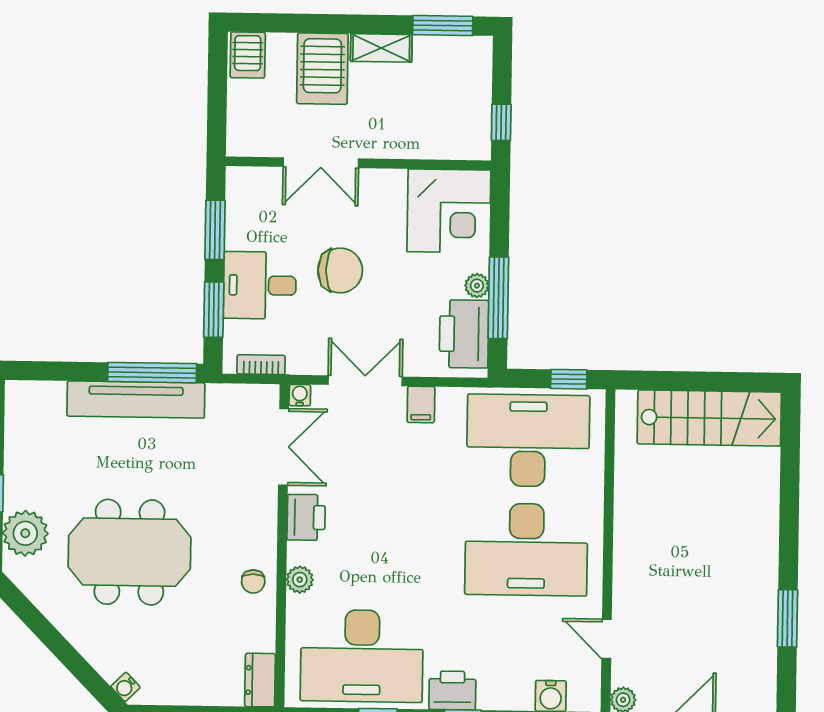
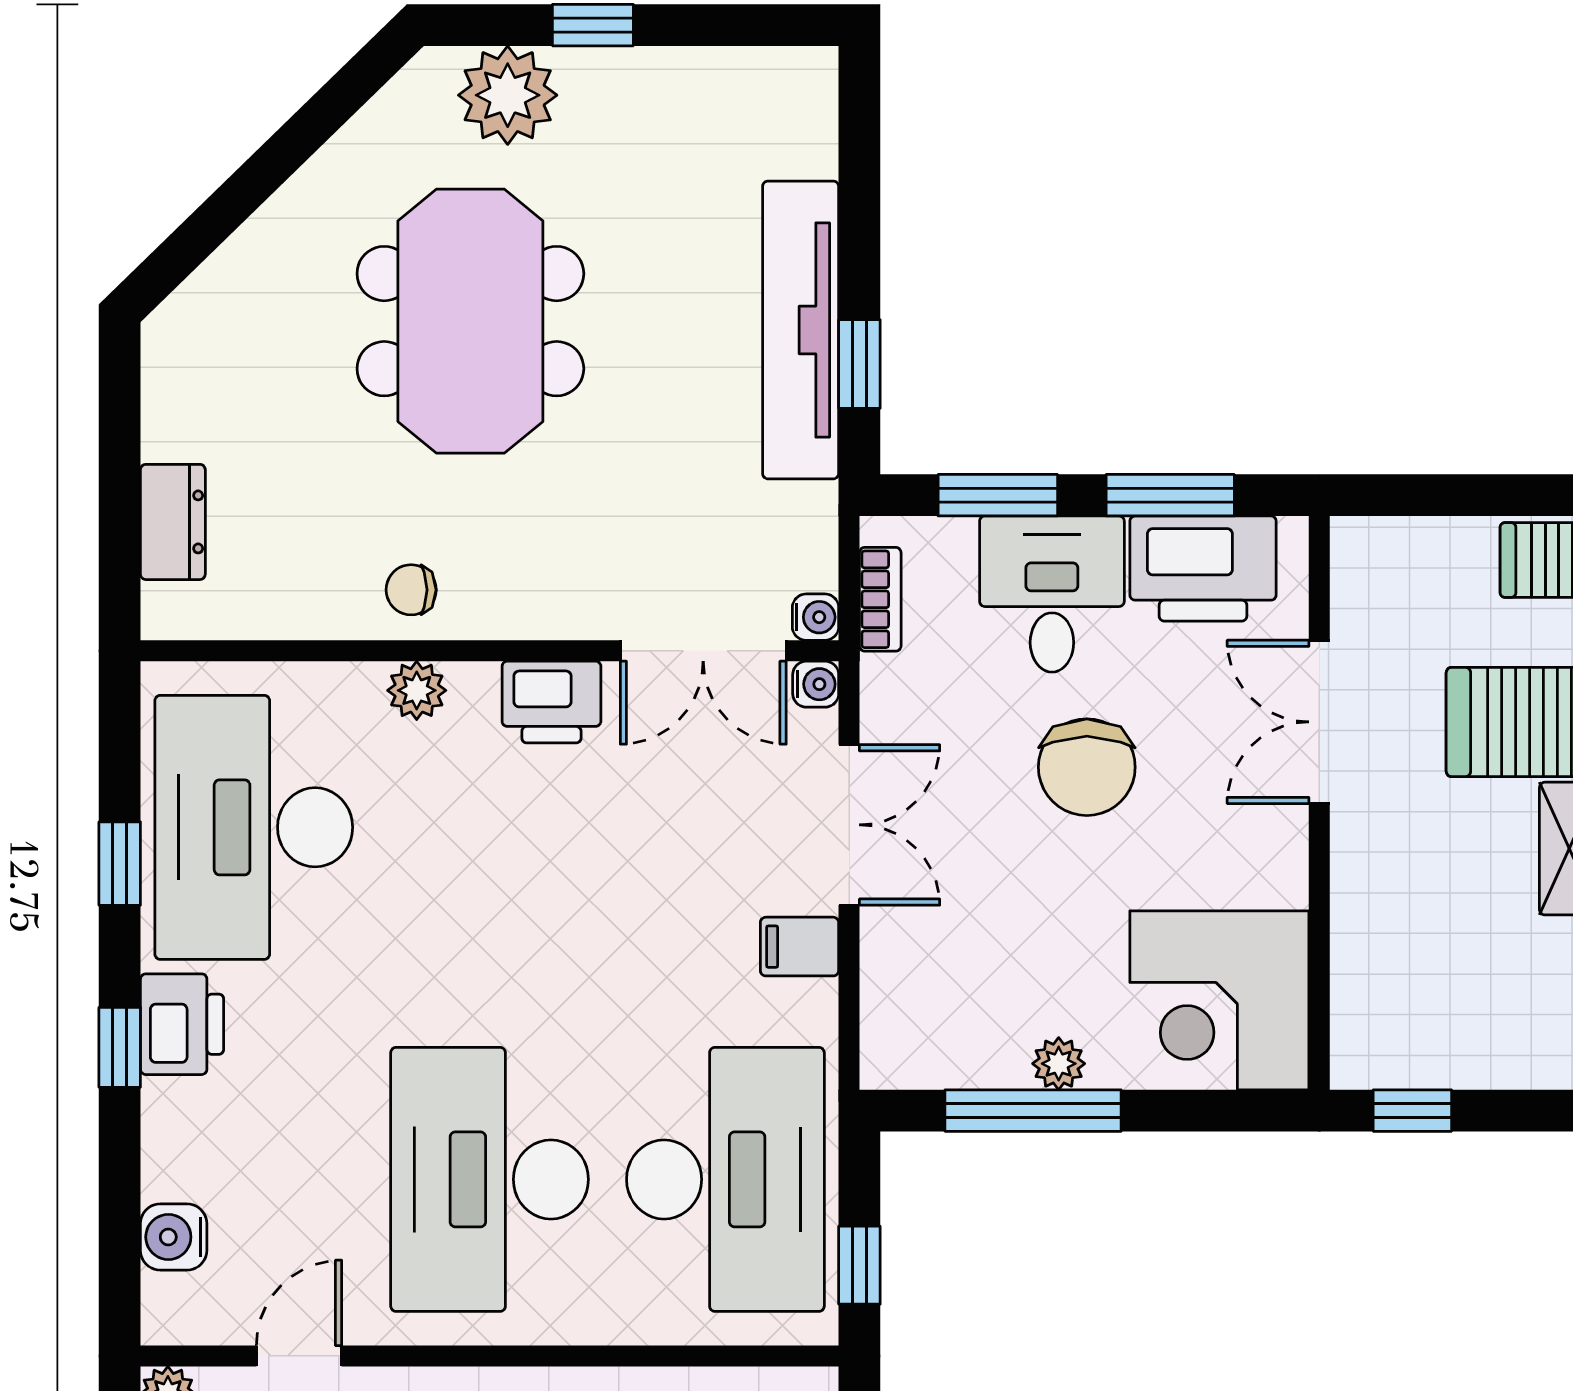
printer: (464, 334) -> (1203, 569), moved, turned 180
window: (152, 373) -> (859, 364), width x0.46
dresser: (260, 680) -> (173, 522), moved, turned 90
water cooler: (125, 687) -> (816, 617), moved, turned 134

